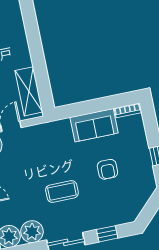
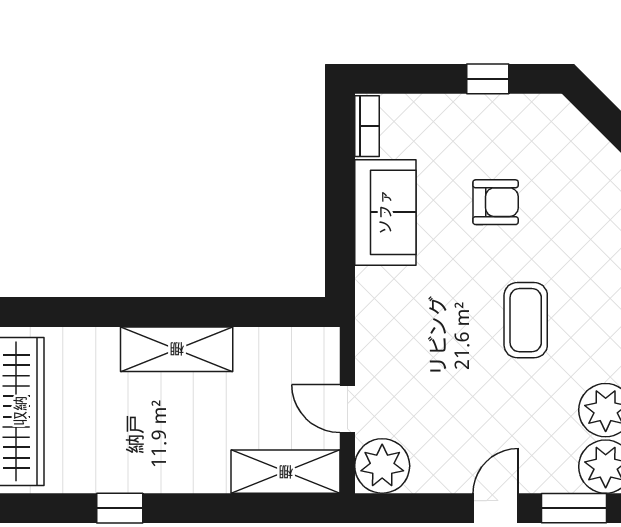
shelving: (29, 91) -> (177, 349), moved

